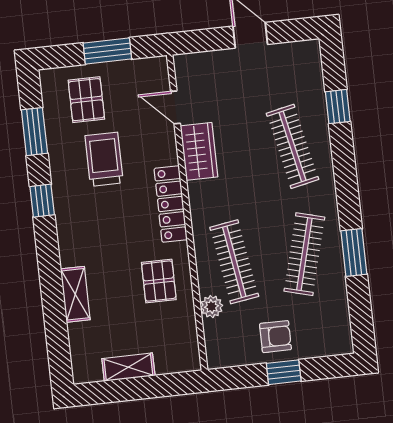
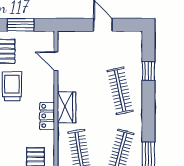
wardrobe: (199, 151) -> (67, 107), moved
locker: (171, 204) -> (47, 116), width x0.66

